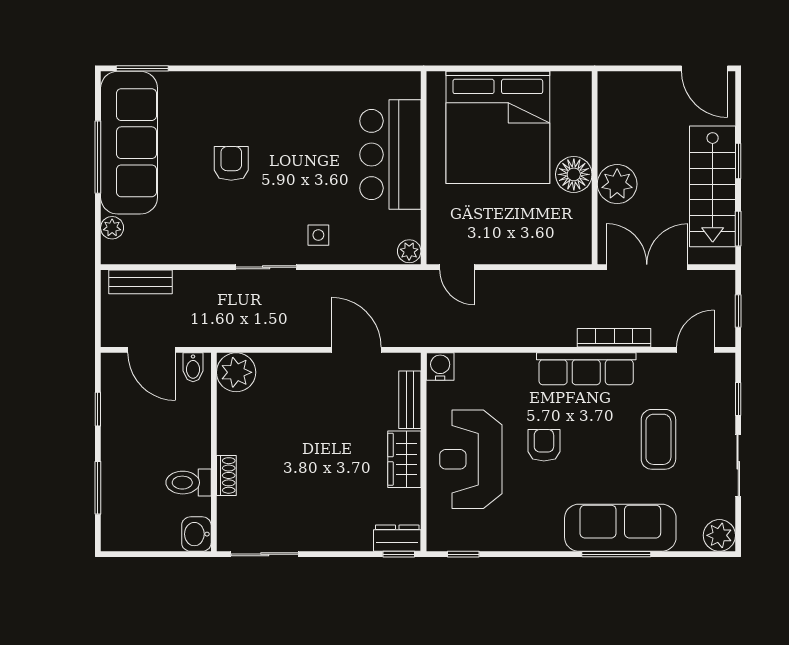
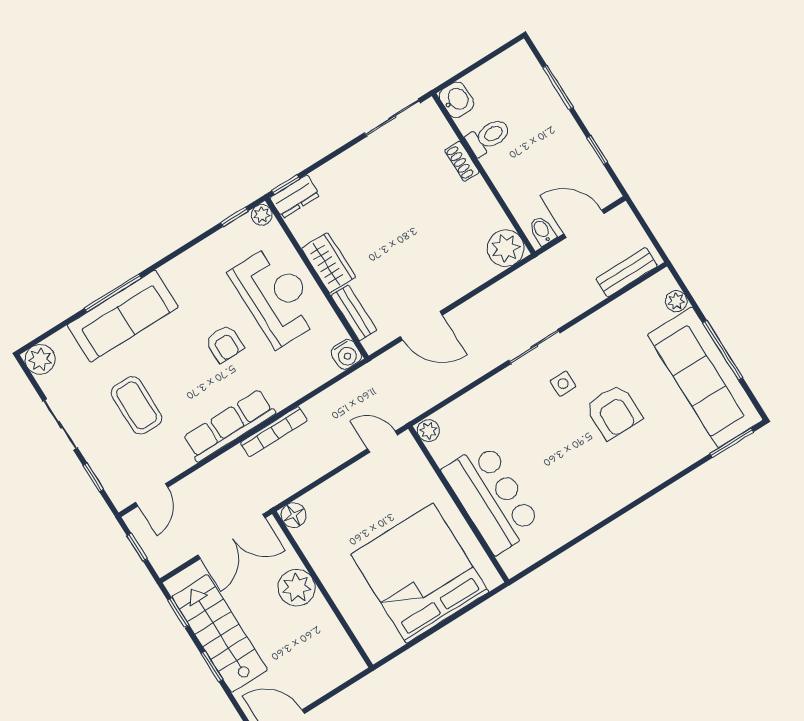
armchair: (231, 163) -> (614, 412), width x1.38, depth x1.38
floor lamp: (574, 174) -> (294, 515), moved, width x0.73, depth x0.73
side table: (318, 235) -> (563, 384), moved
bookcase: (614, 338) -> (274, 432), moved
plant: (437, 540) -> (262, 215), added

